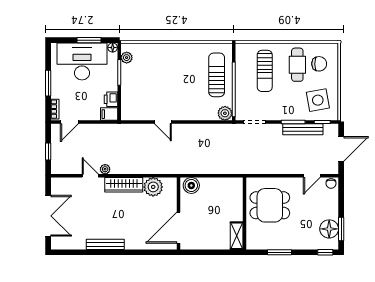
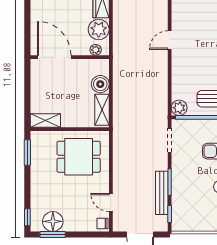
side table: (318, 100) -> (193, 209), removed
shelving: (227, 184) -> (102, 110), added
boiler: (191, 185) -> (100, 84), moved
plant: (172, 190) -> (96, 50), added
dining table: (270, 205) -> (79, 157), turned 90
window: (280, 252) -> (27, 152), moved

